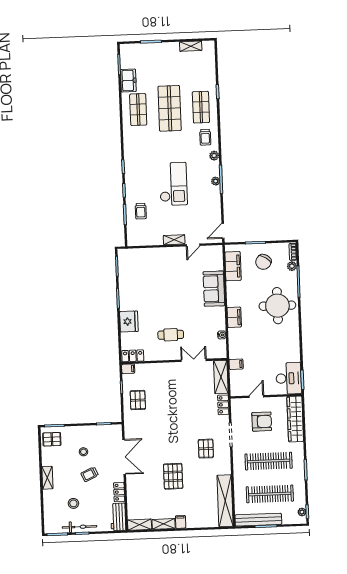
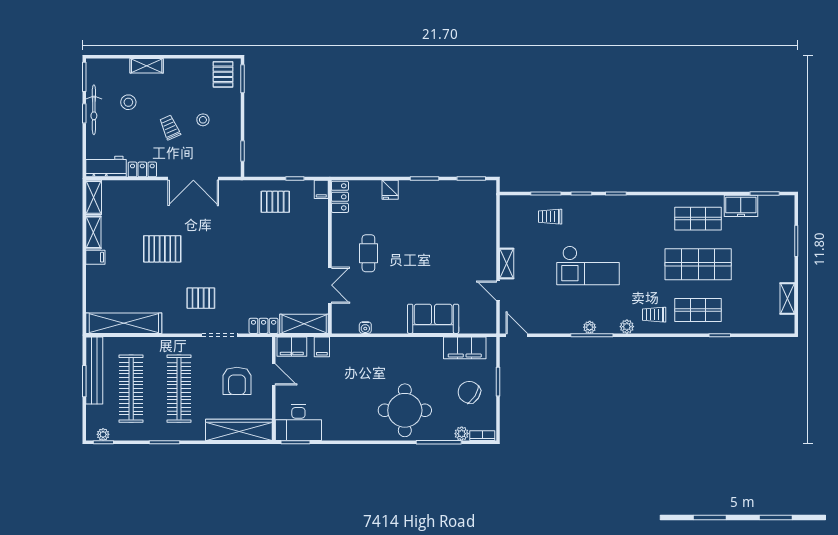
filing cabinet: (234, 317) -> (292, 347), moved
fridge: (129, 321) -> (390, 190), width x0.53, depth x0.75
shelving: (47, 478) -> (147, 66), moved

